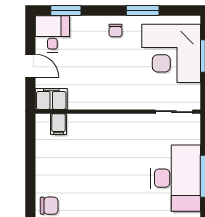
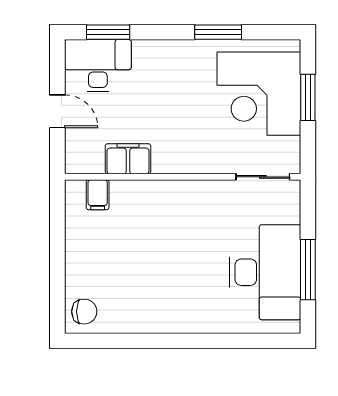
chair: (115, 30) -> (179, 61), removed
desk: (52, 34) -> (98, 66), width x1.37
filing cabinet: (51, 99) -> (128, 159), moved

